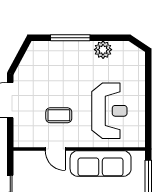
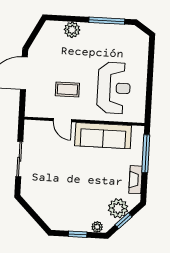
window: (70, 38) -> (107, 21), moved
plant: (103, 50) -> (72, 30), moved

